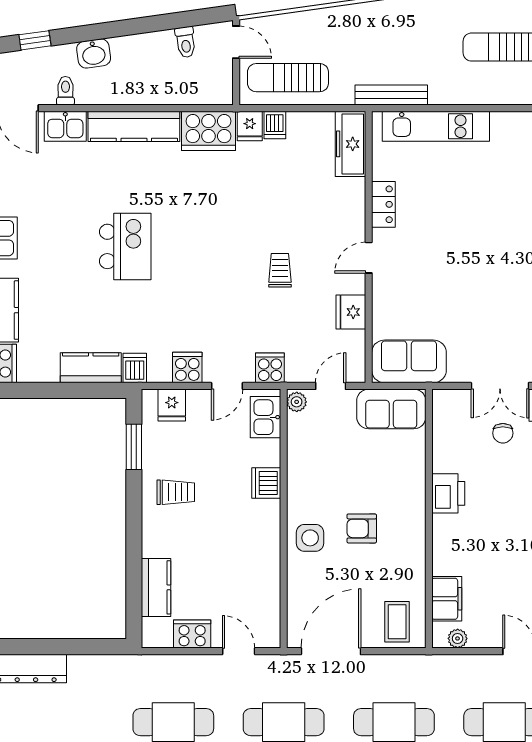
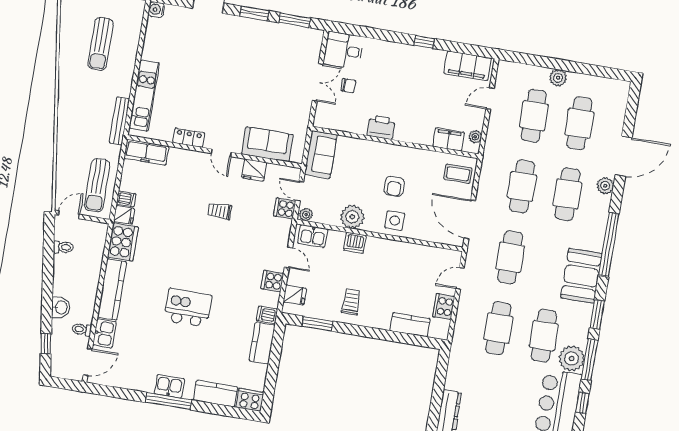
sofa: (409, 361) -> (267, 144), moved, turned 90
cooker: (270, 368) -> (285, 208), moved
plant: (305, 472) -> (352, 217), added

